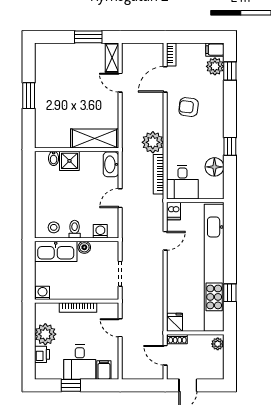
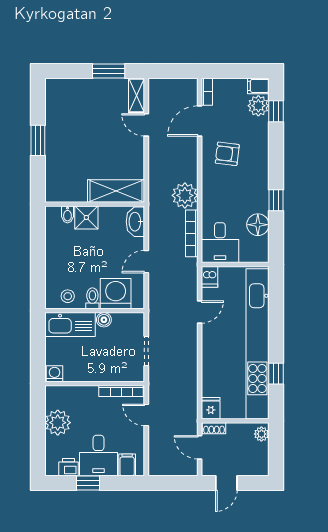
washing machine: (100, 231) -> (116, 294), width x1.89, depth x1.89
bookcase: (78, 308) -> (121, 391), moved
printer: (42, 354) -> (69, 467), moved, turned -90

